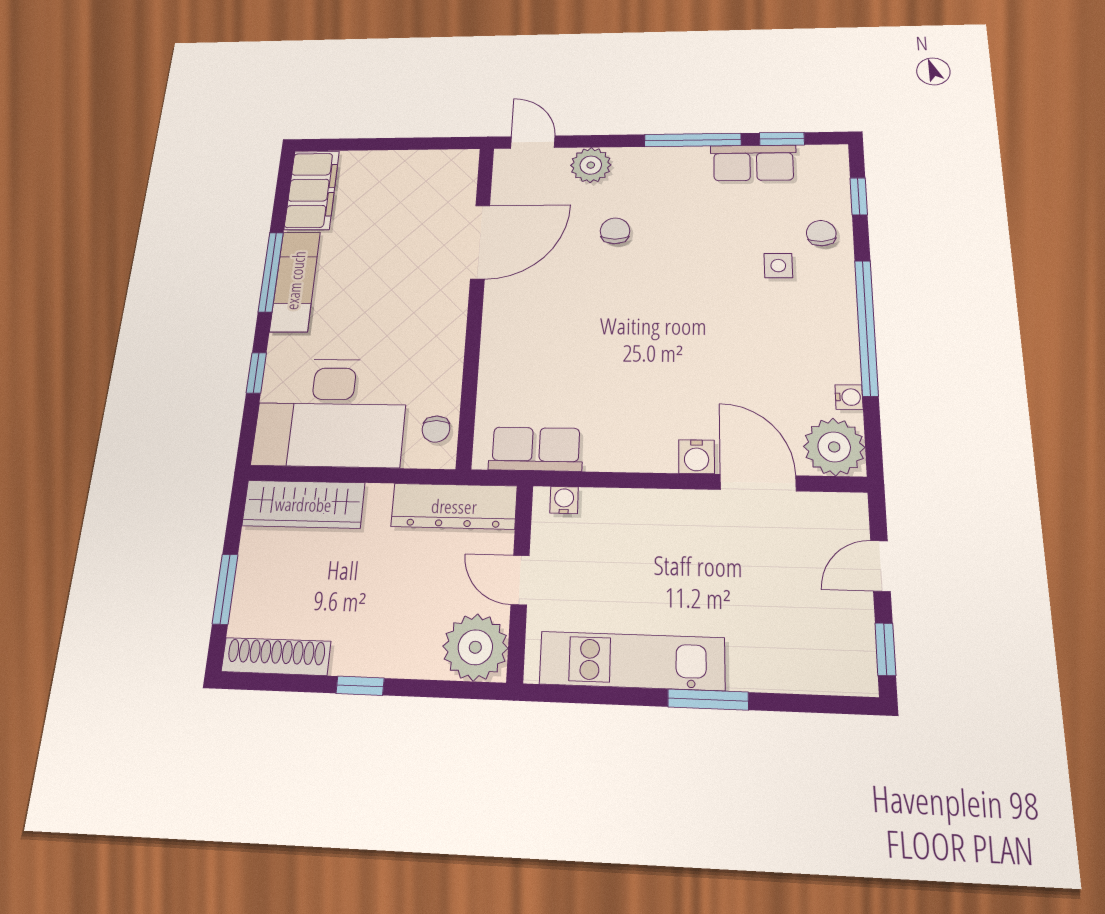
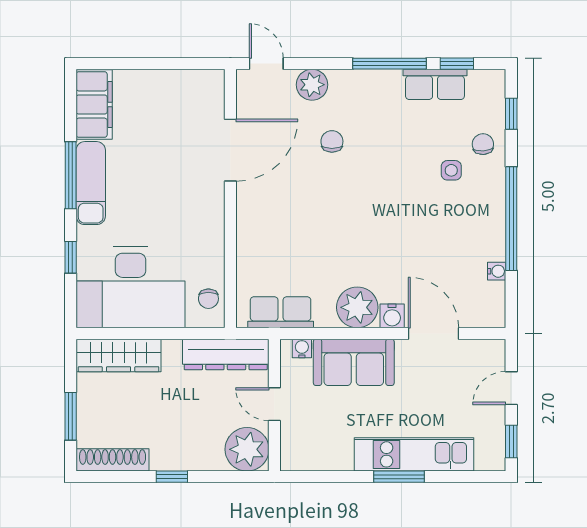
plant: (834, 447) -> (357, 307), moved
sofa: (640, 522) -> (354, 362), added
kitchen unit: (632, 661) -> (414, 454), moved

